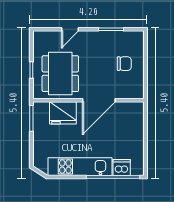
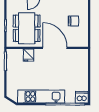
door: (99, 100) -> (55, 48), swing flipped
fridge: (63, 113) -> (29, 55), width x0.53, depth x0.75
dishwasher: (122, 167) -> (82, 97), moved

